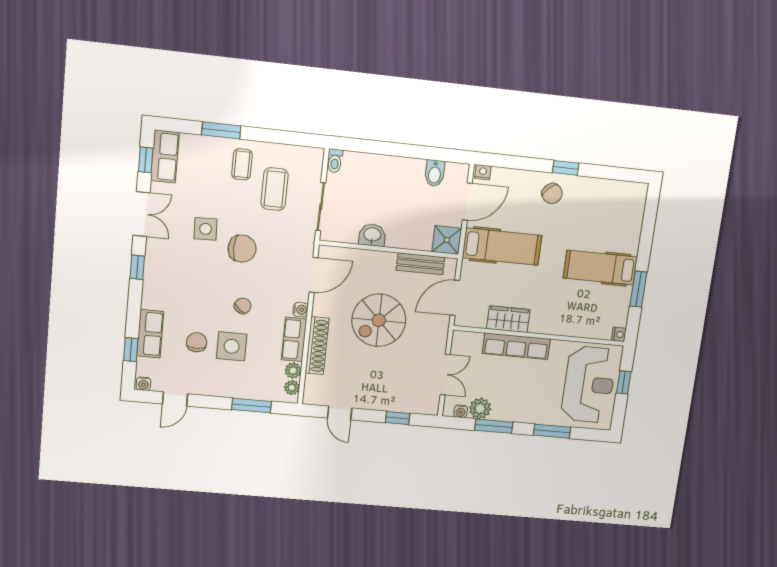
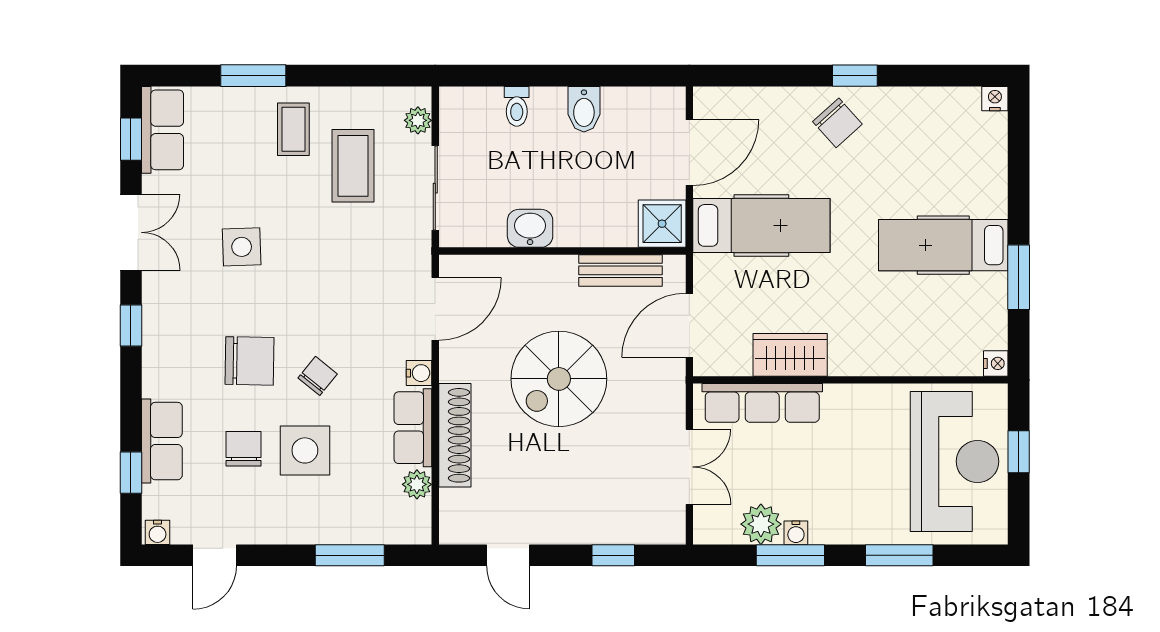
toilet: (335, 161) -> (517, 106), moved
nightstand: (483, 172) -> (995, 99), moved
bidet: (435, 173) -> (584, 109), moved
chair: (242, 249) -> (250, 361), moved
row of seats: (516, 346) -> (762, 403), moved
plant: (292, 388) -> (418, 120), moved
water cooler: (461, 411) -> (796, 533), moved

